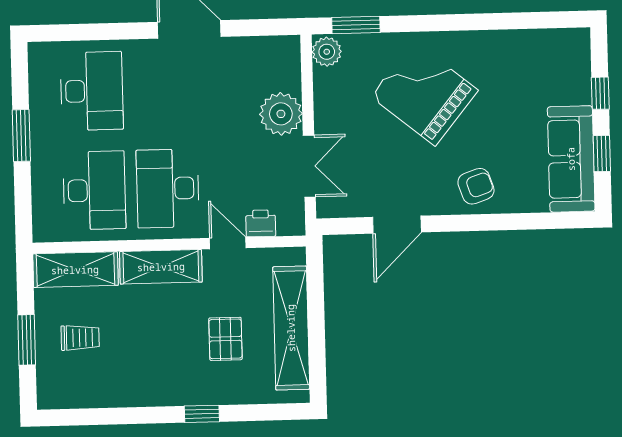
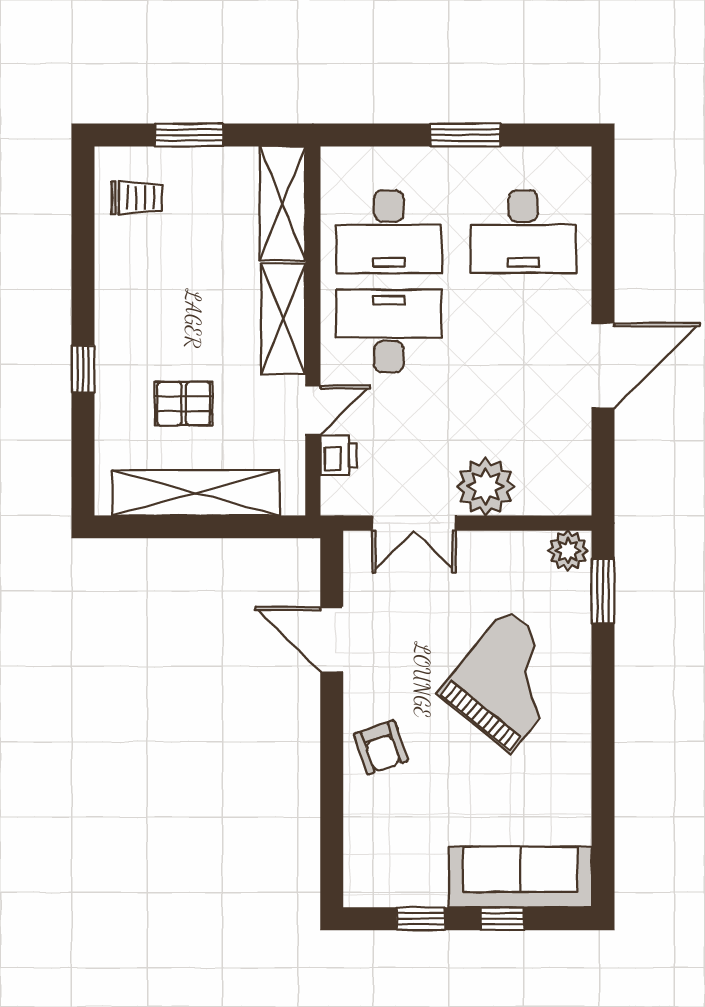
sofa: (571, 159) -> (520, 877), moved
trolley: (80, 338) -> (137, 198), moved, turned -90

